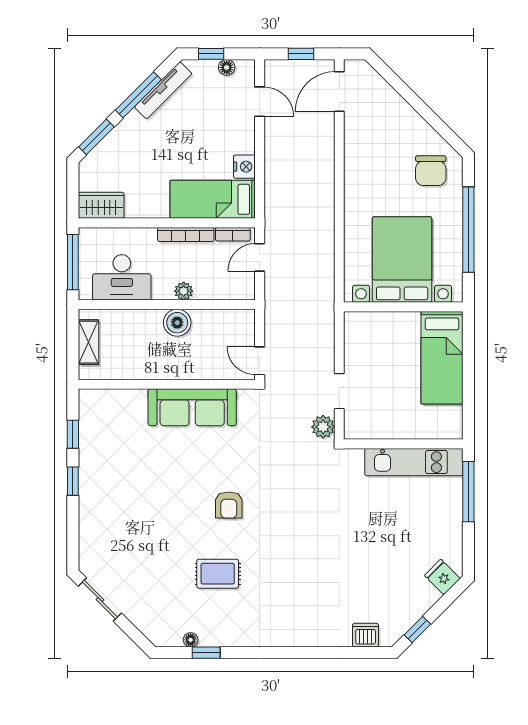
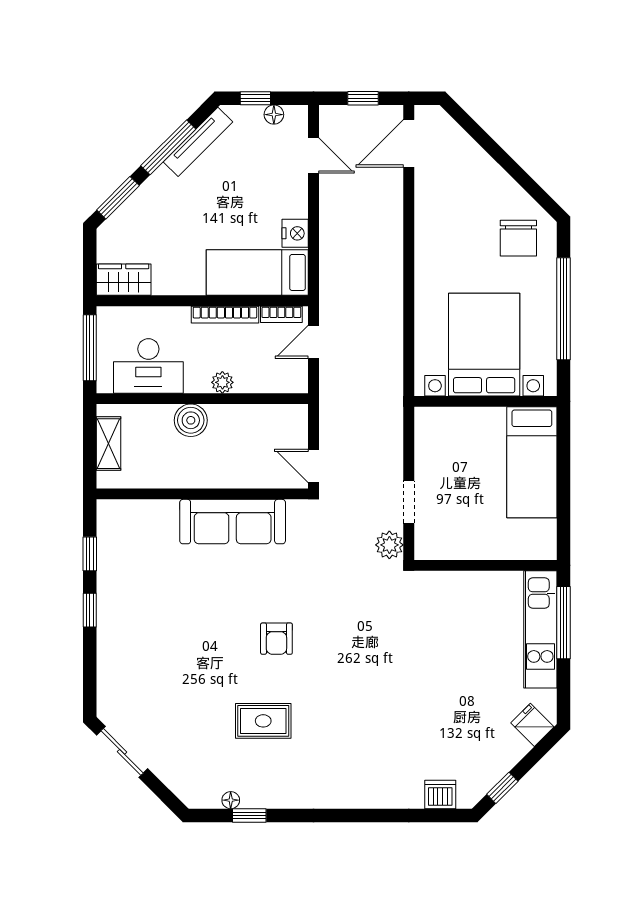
boiler: (177, 323) -> (191, 420), moved
kitchen unit: (414, 462) -> (540, 629), moved, turned 90

